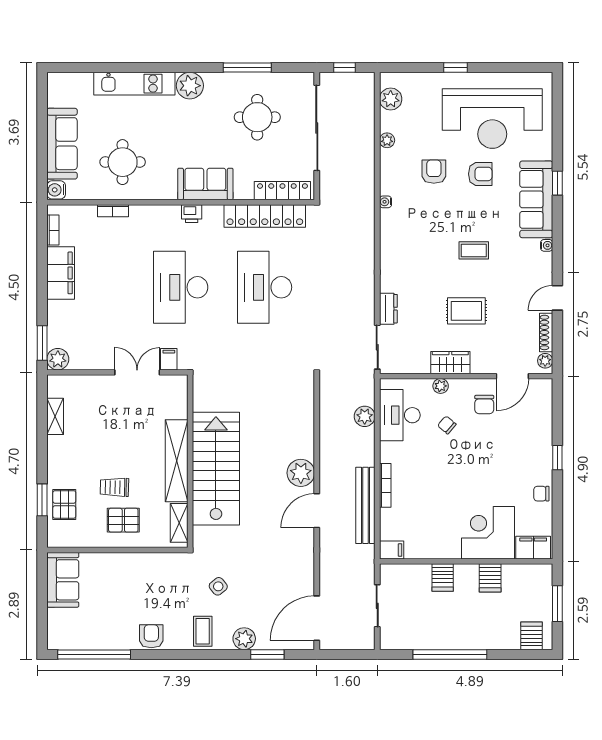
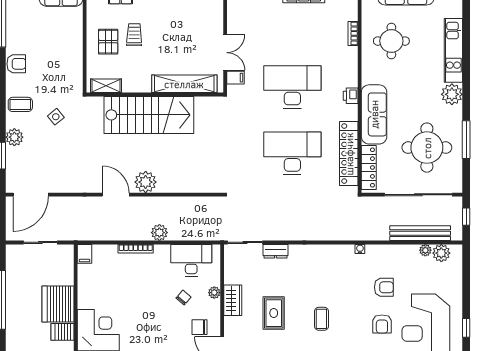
window: (456, 67) -> (466, 328), moved
round table: (257, 117) -> (427, 148), width x1.36, depth x1.36
plant: (387, 140) -> (425, 250), moved
sofa: (205, 184) -> (374, 114), width x1.36
plant: (365, 416) -> (159, 233), moved
shelving: (177, 461) -> (184, 84), moved
bench: (365, 505) -> (420, 233), moved
server rack: (443, 577) -> (58, 304), width x2.18, depth x1.44
door: (317, 618) -> (31, 195), swing flipped

